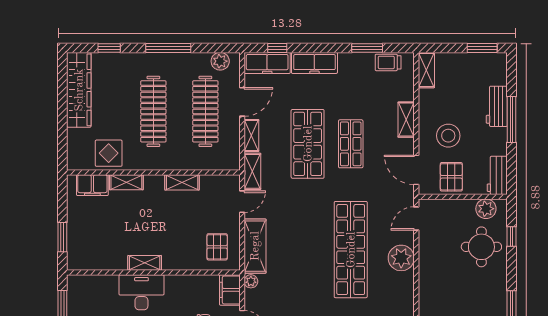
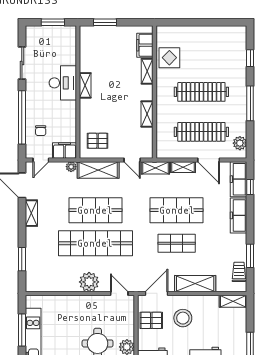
wardrobe: (79, 90) -> (218, 35), removed
shelving: (406, 120) -> (195, 284), width x1.50, depth x1.33
shop shelf: (308, 250) -> (95, 210), added

